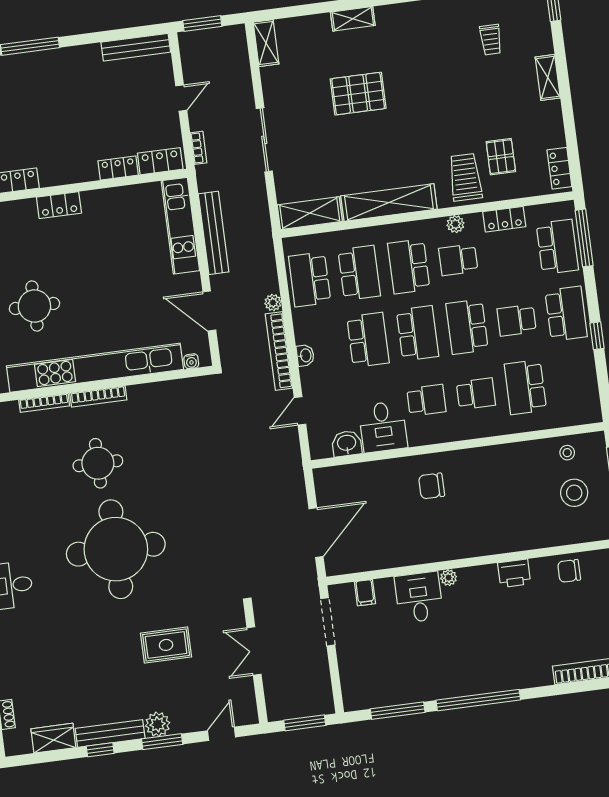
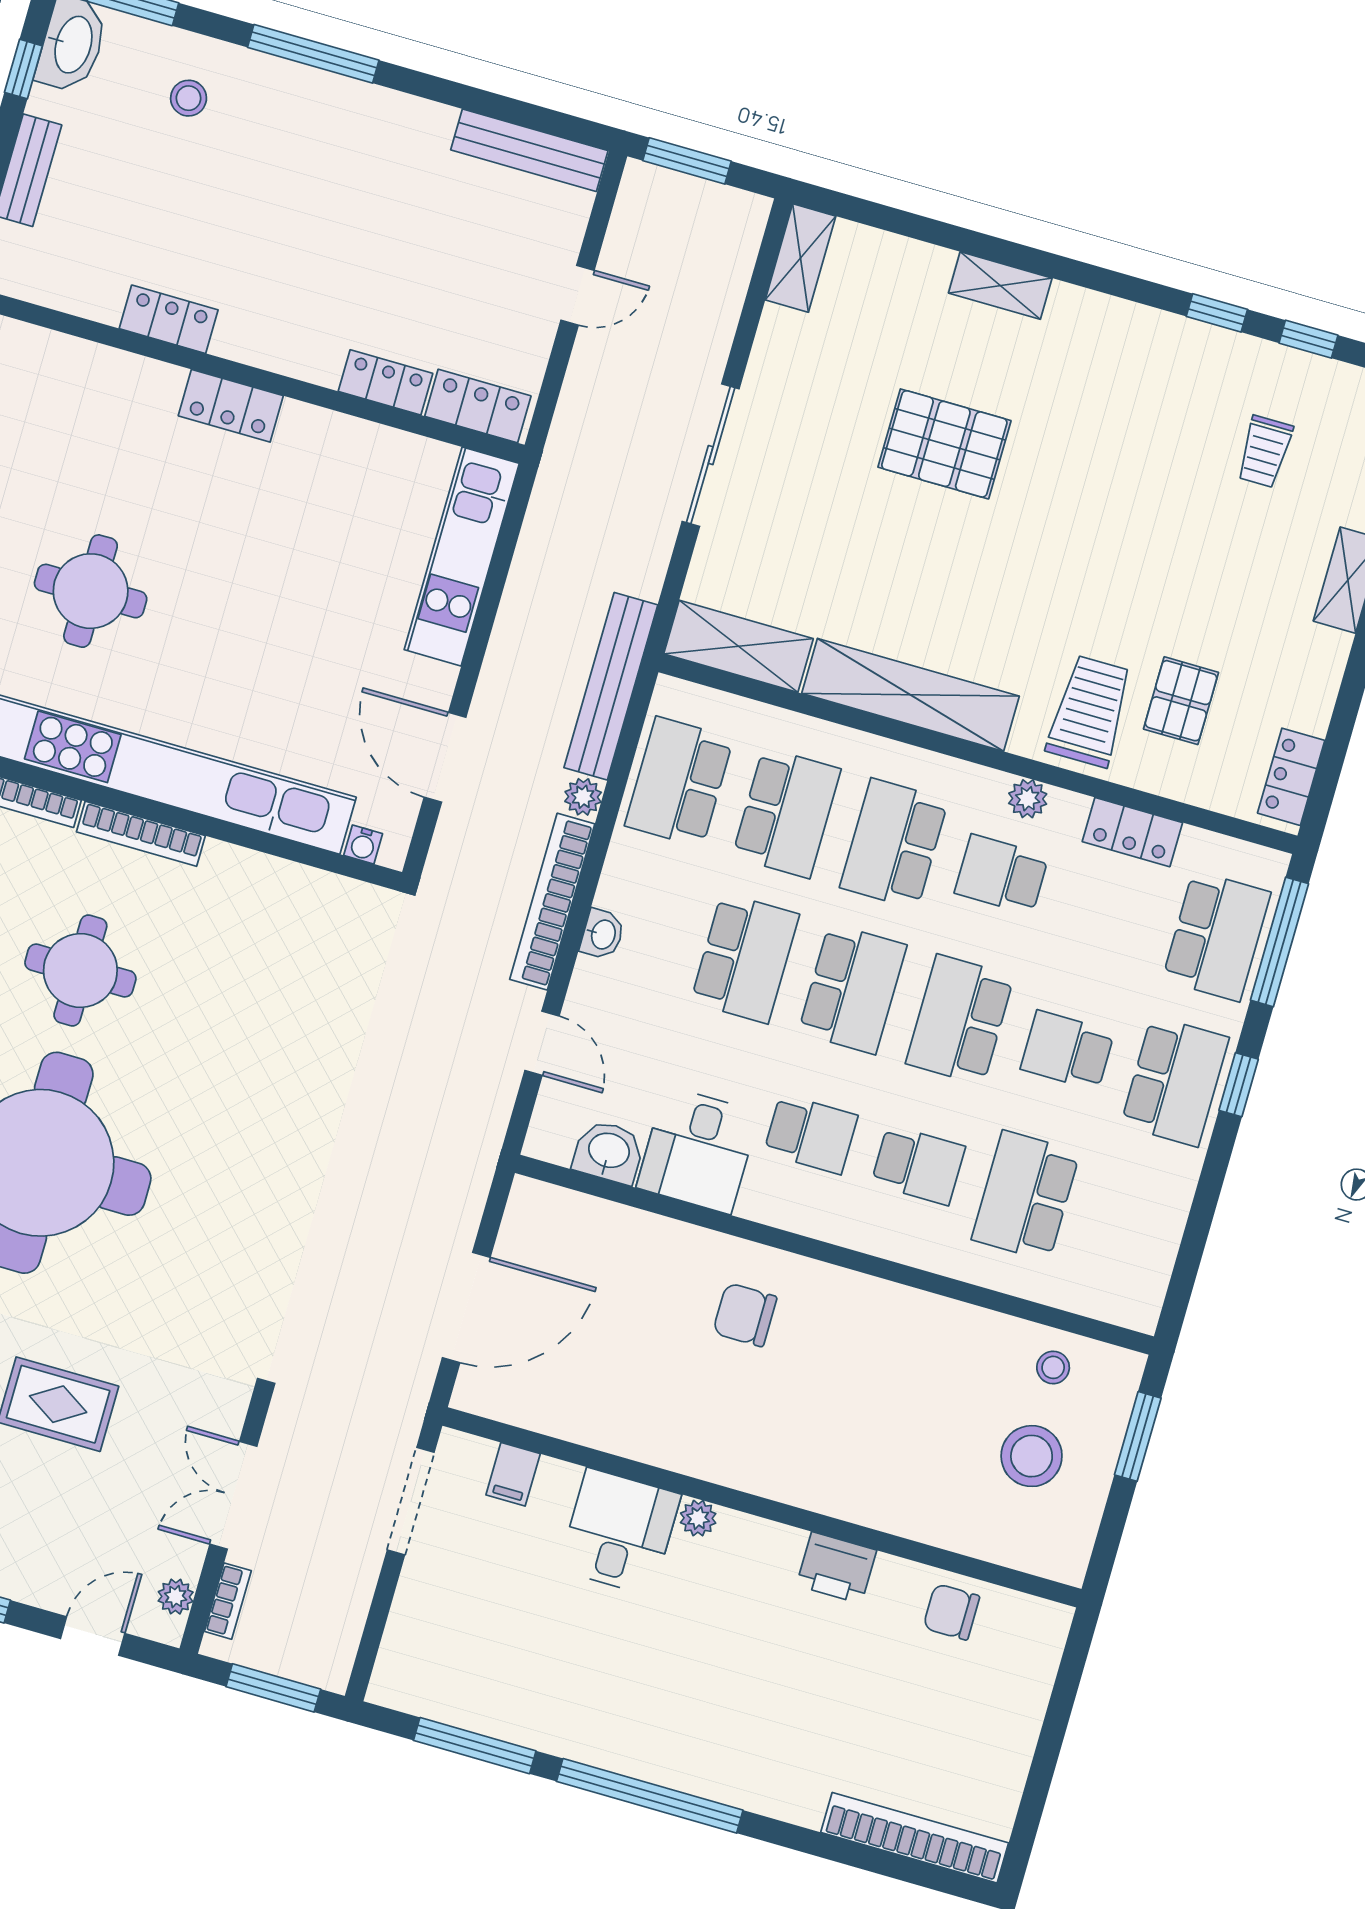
bookcase: (199, 148) -> (228, 1601), moved
bench: (214, 233) -> (611, 686), moved
window: (597, 336) -> (1239, 1085), moved
door: (300, 411) -> (542, 1043), swing flipped
plant: (248, 703) -> (176, 1597), added

